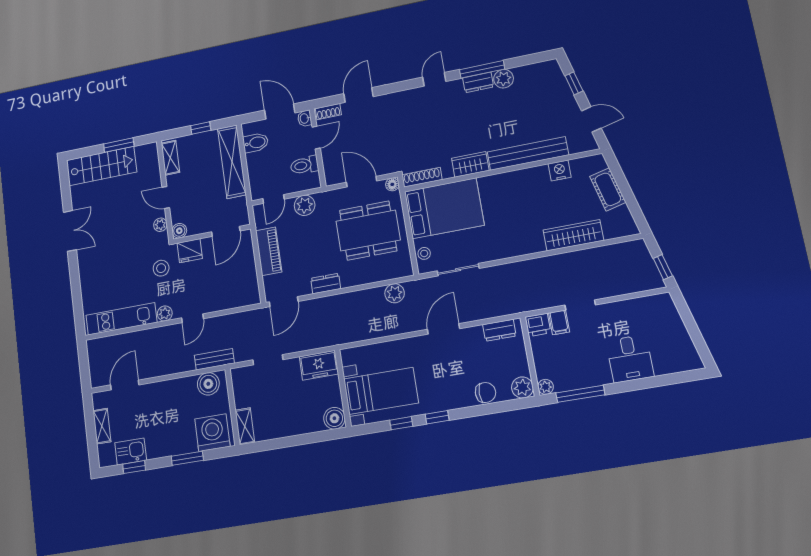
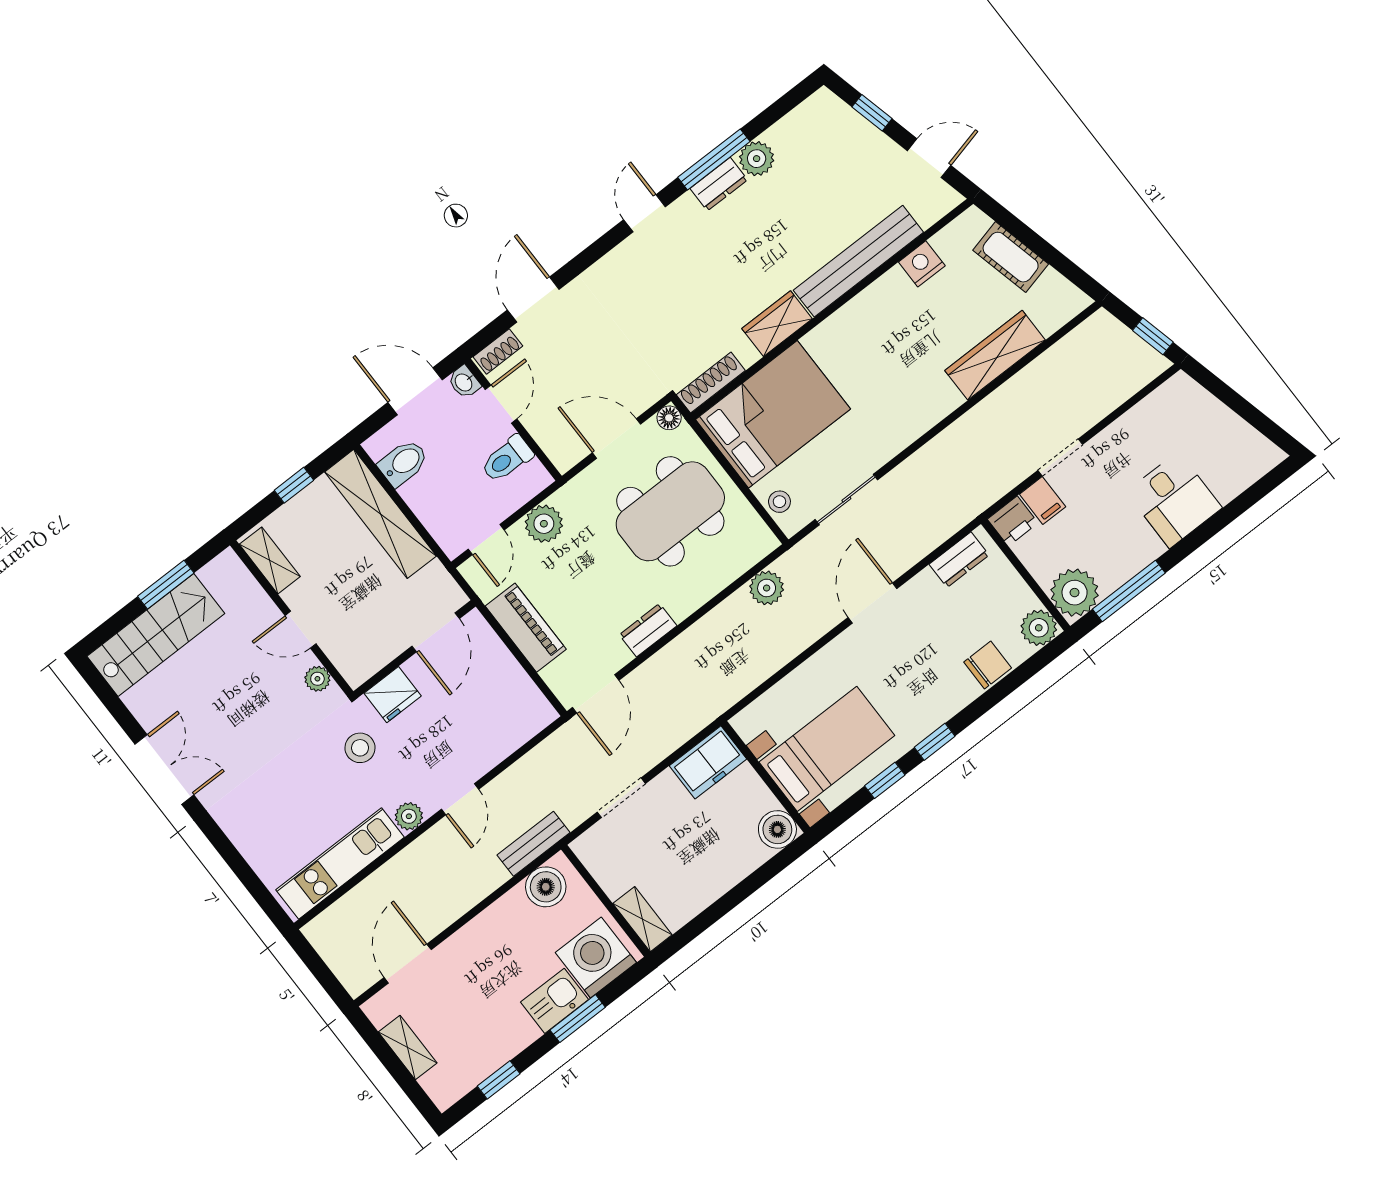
boiler: (179, 231) -> (356, 672), removed
plant: (546, 387) -> (1075, 593), width x1.88, depth x1.88
kitchen sink: (131, 451) -> (555, 1001), moved

